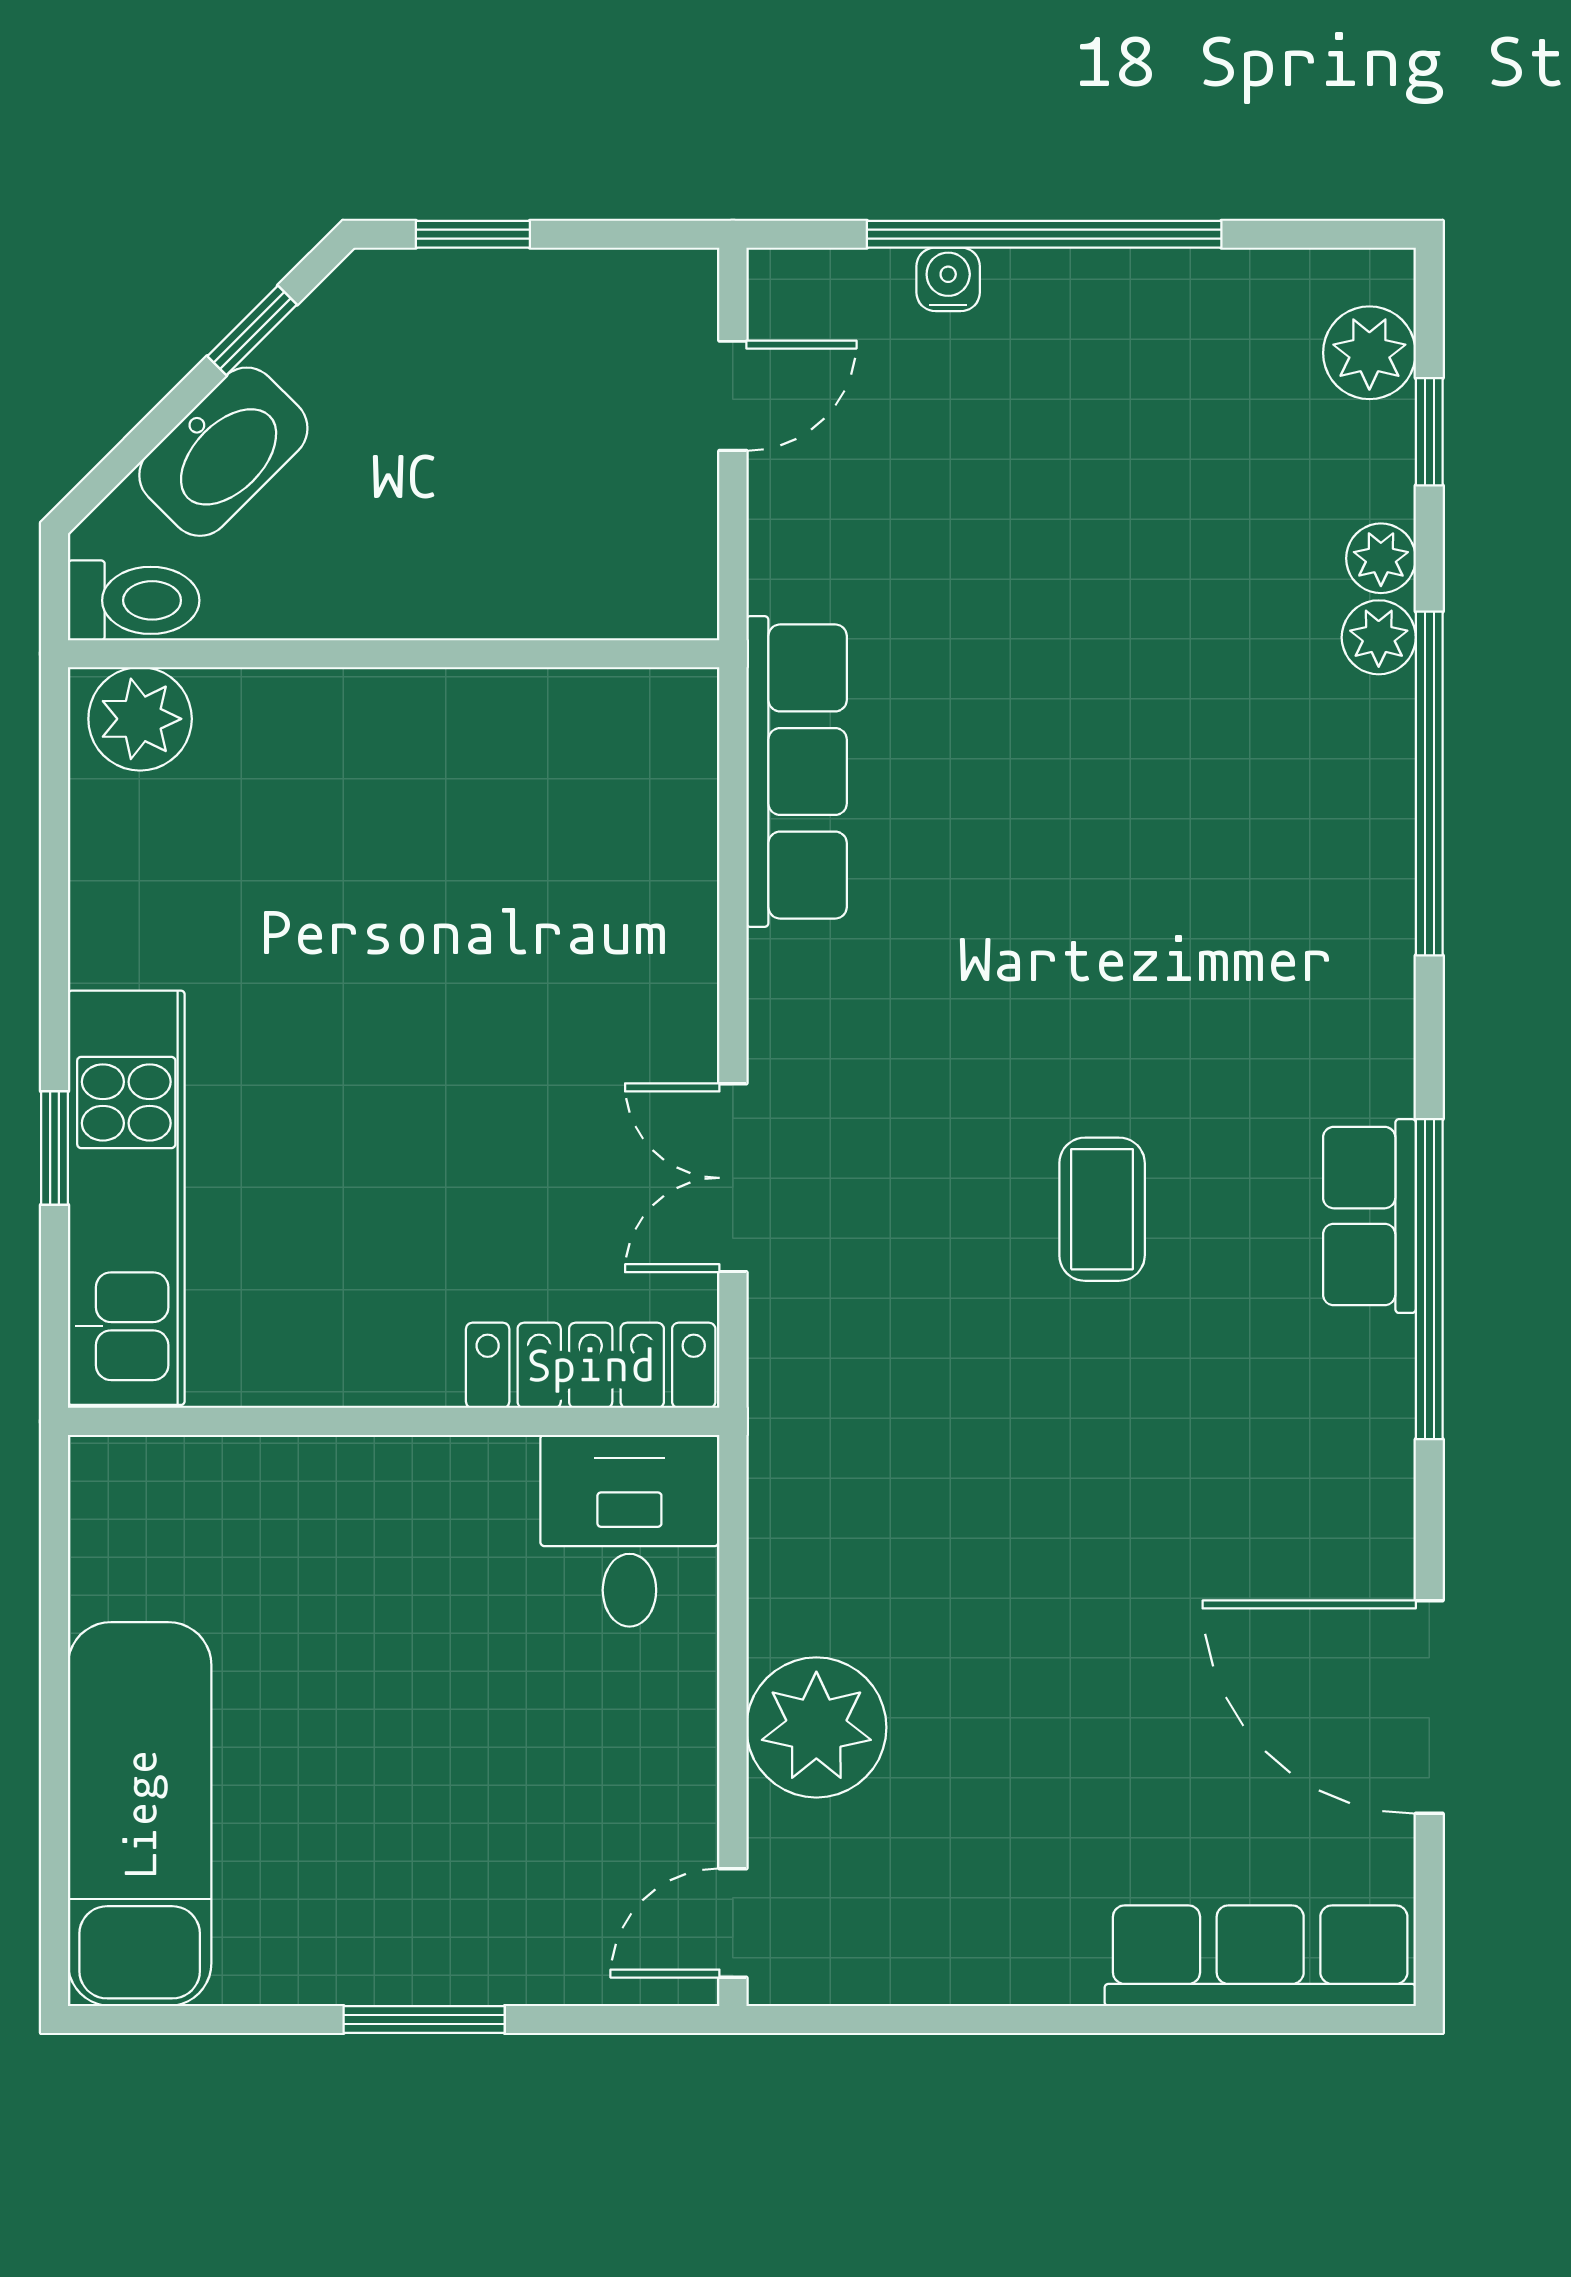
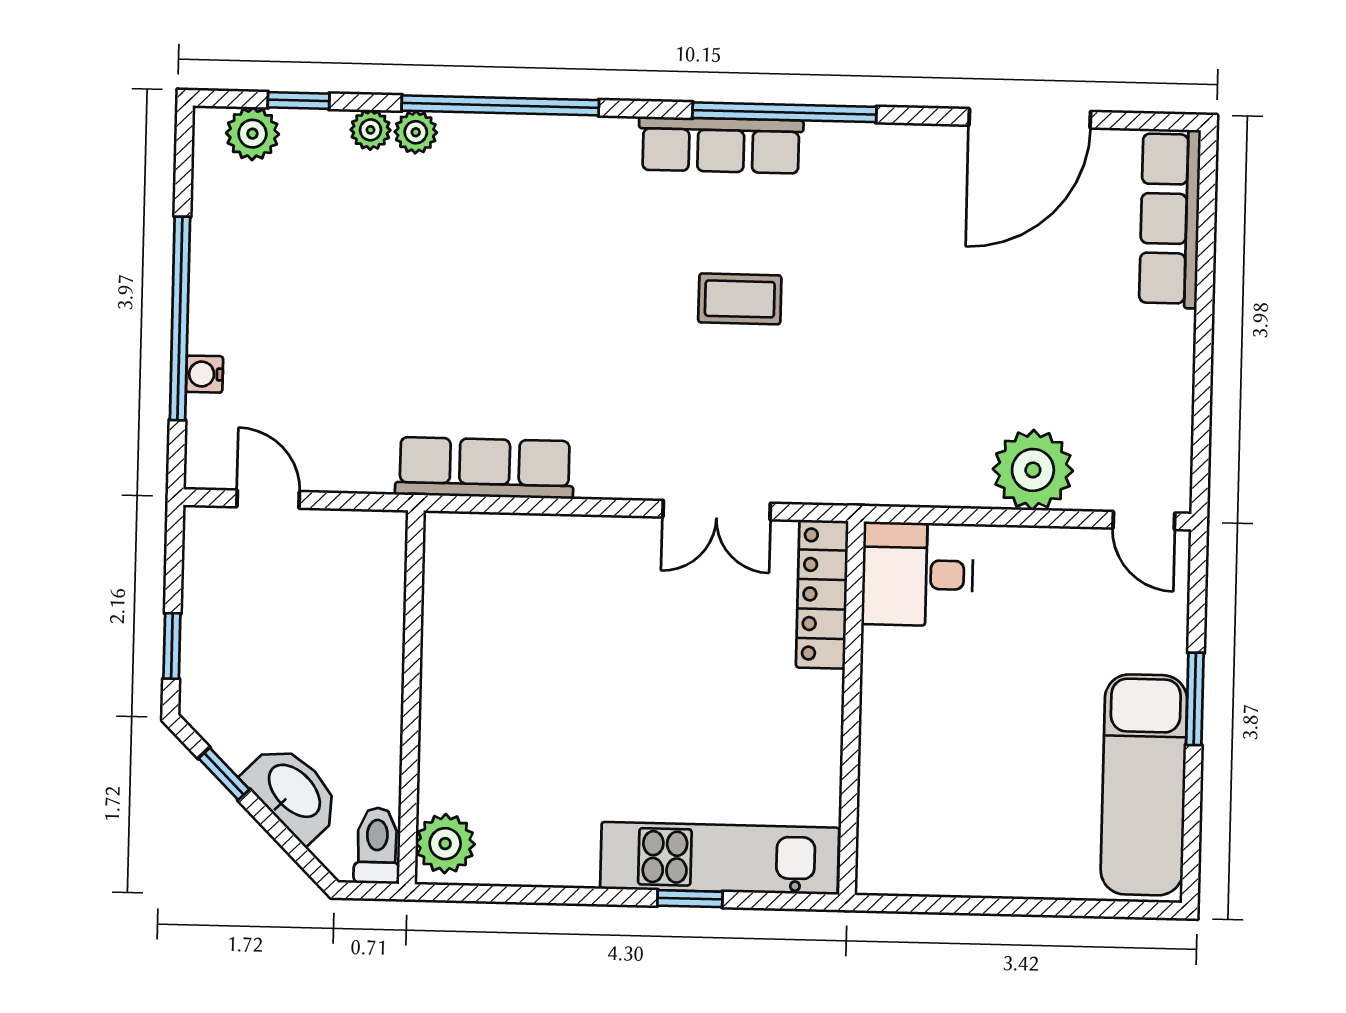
row of seats: (1369, 1216) -> (721, 145), width x1.48
exam couch: (140, 1814) -> (1144, 785), moved, turned -90

